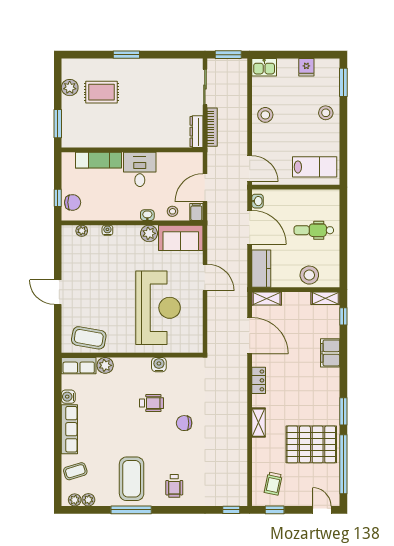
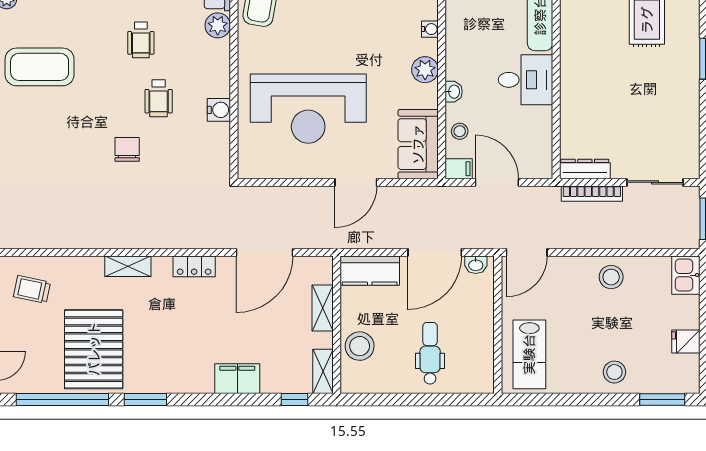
plant: (149, 233) -> (425, 70), moved
shelving: (267, 299) -> (323, 308), moved
wheelchair: (174, 486) -> (141, 40), moved, turned -90

